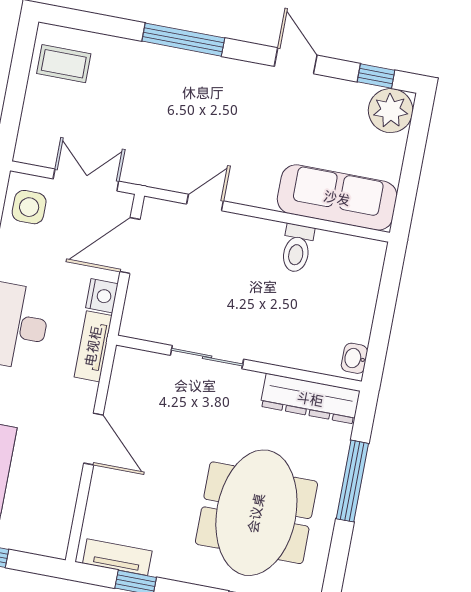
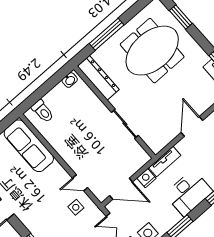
side table: (181, 157) -> (76, 207), added
toilet: (297, 248) -> (43, 111), moved, turned 90

